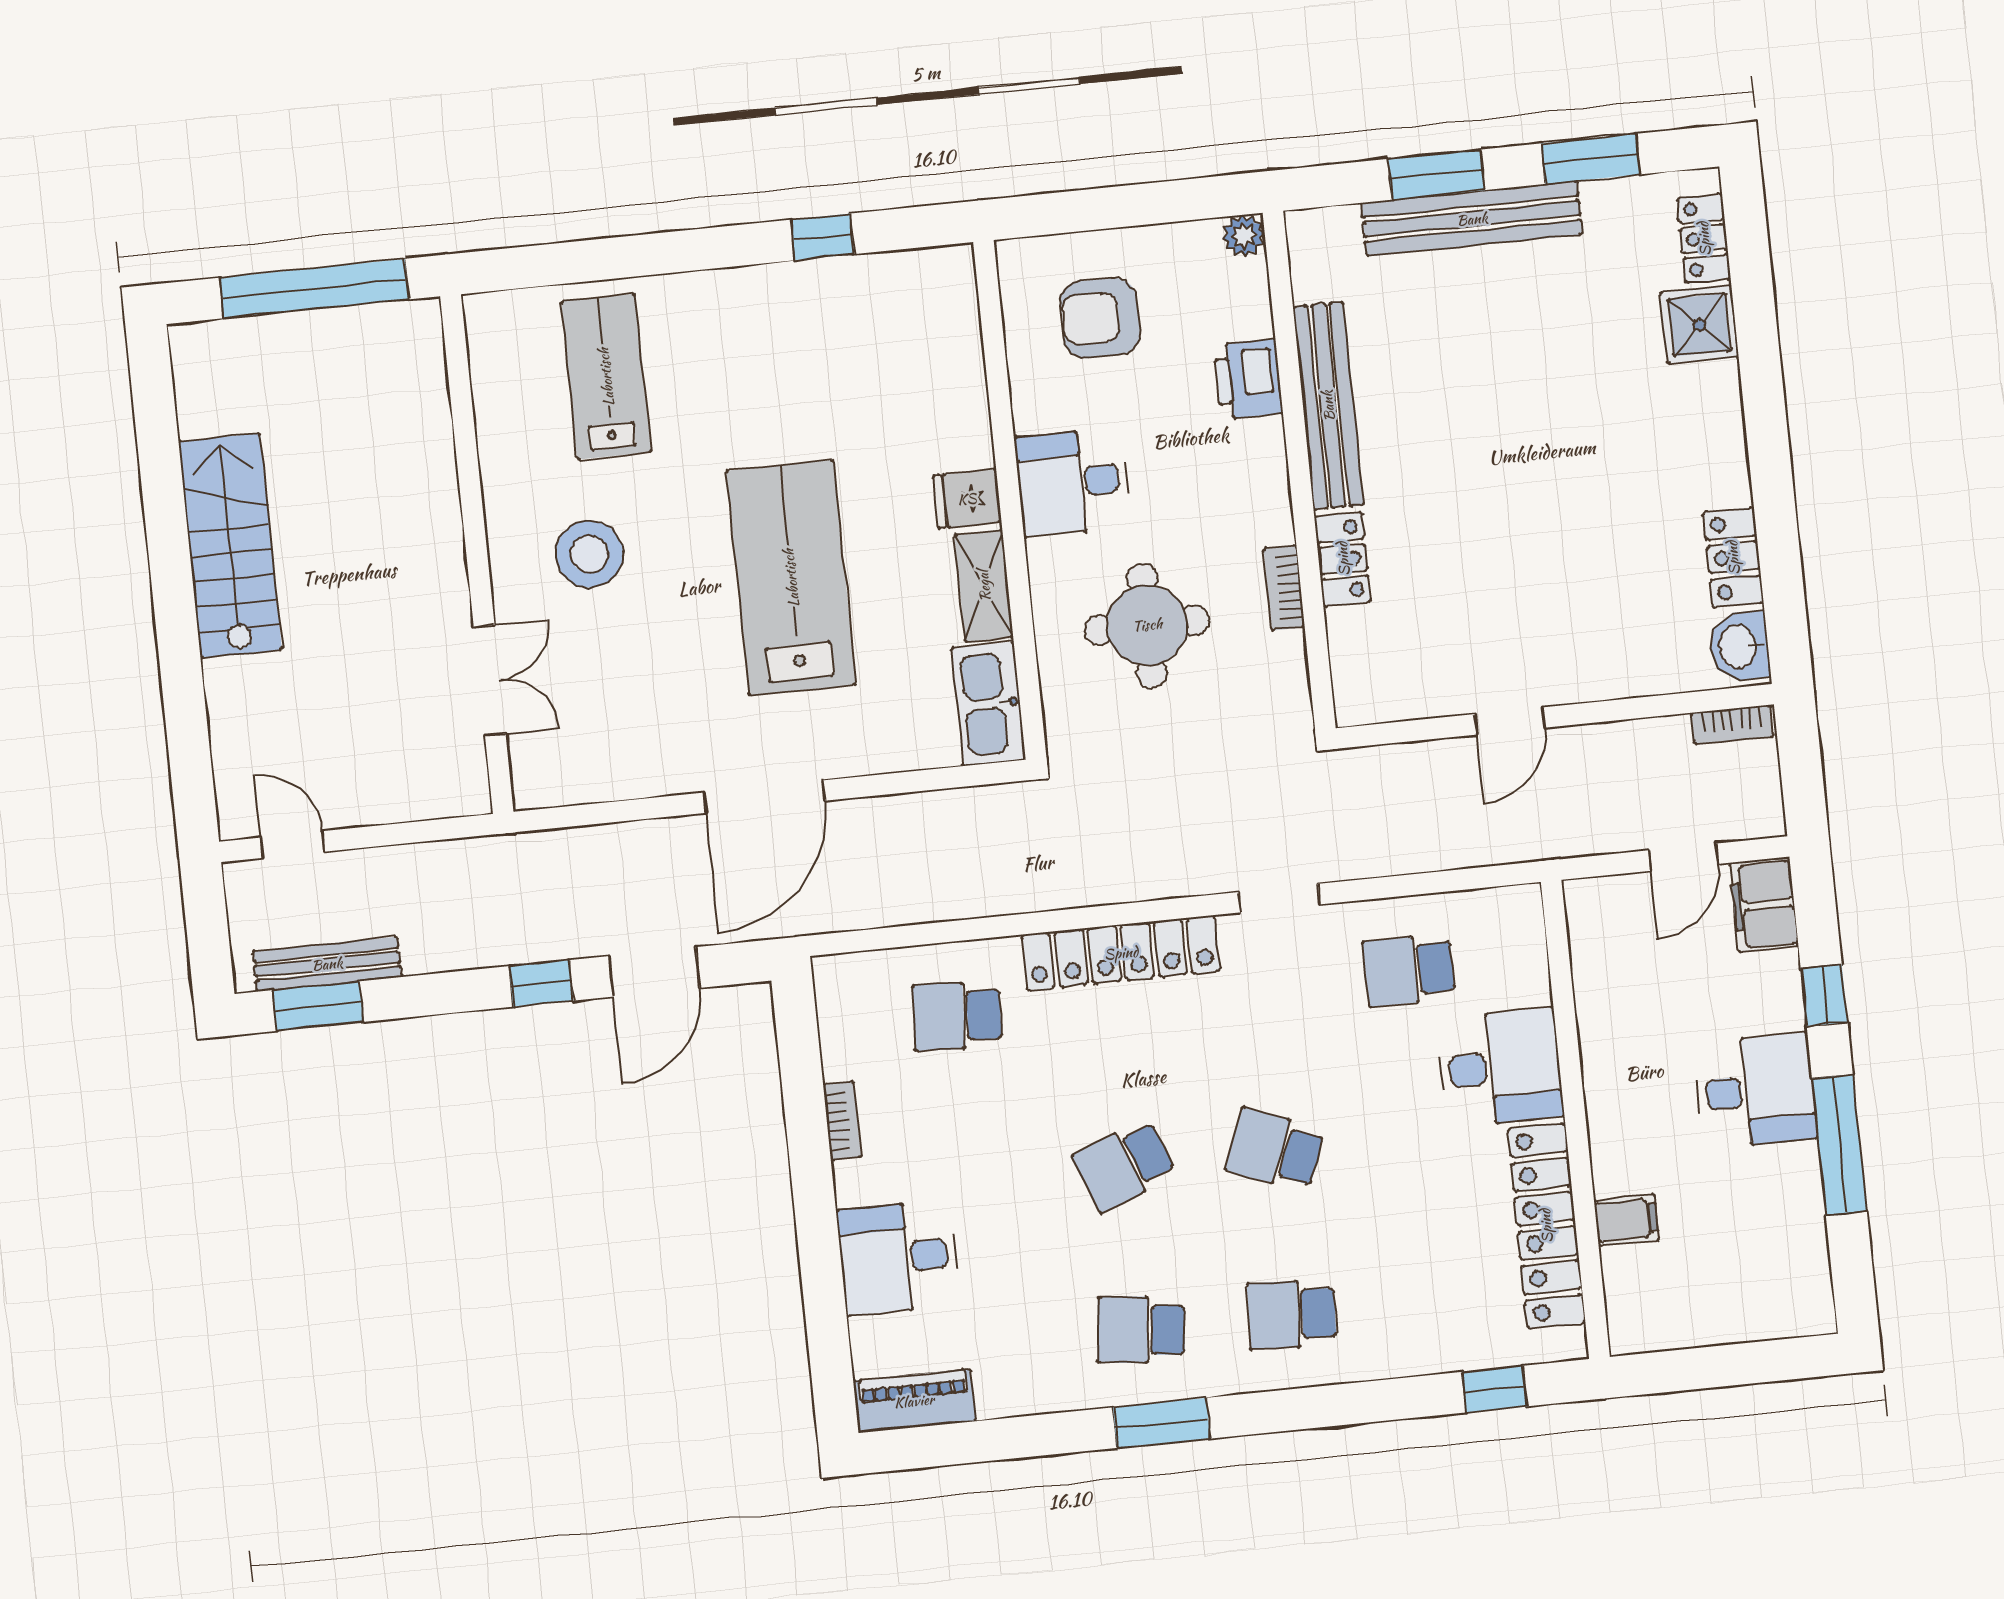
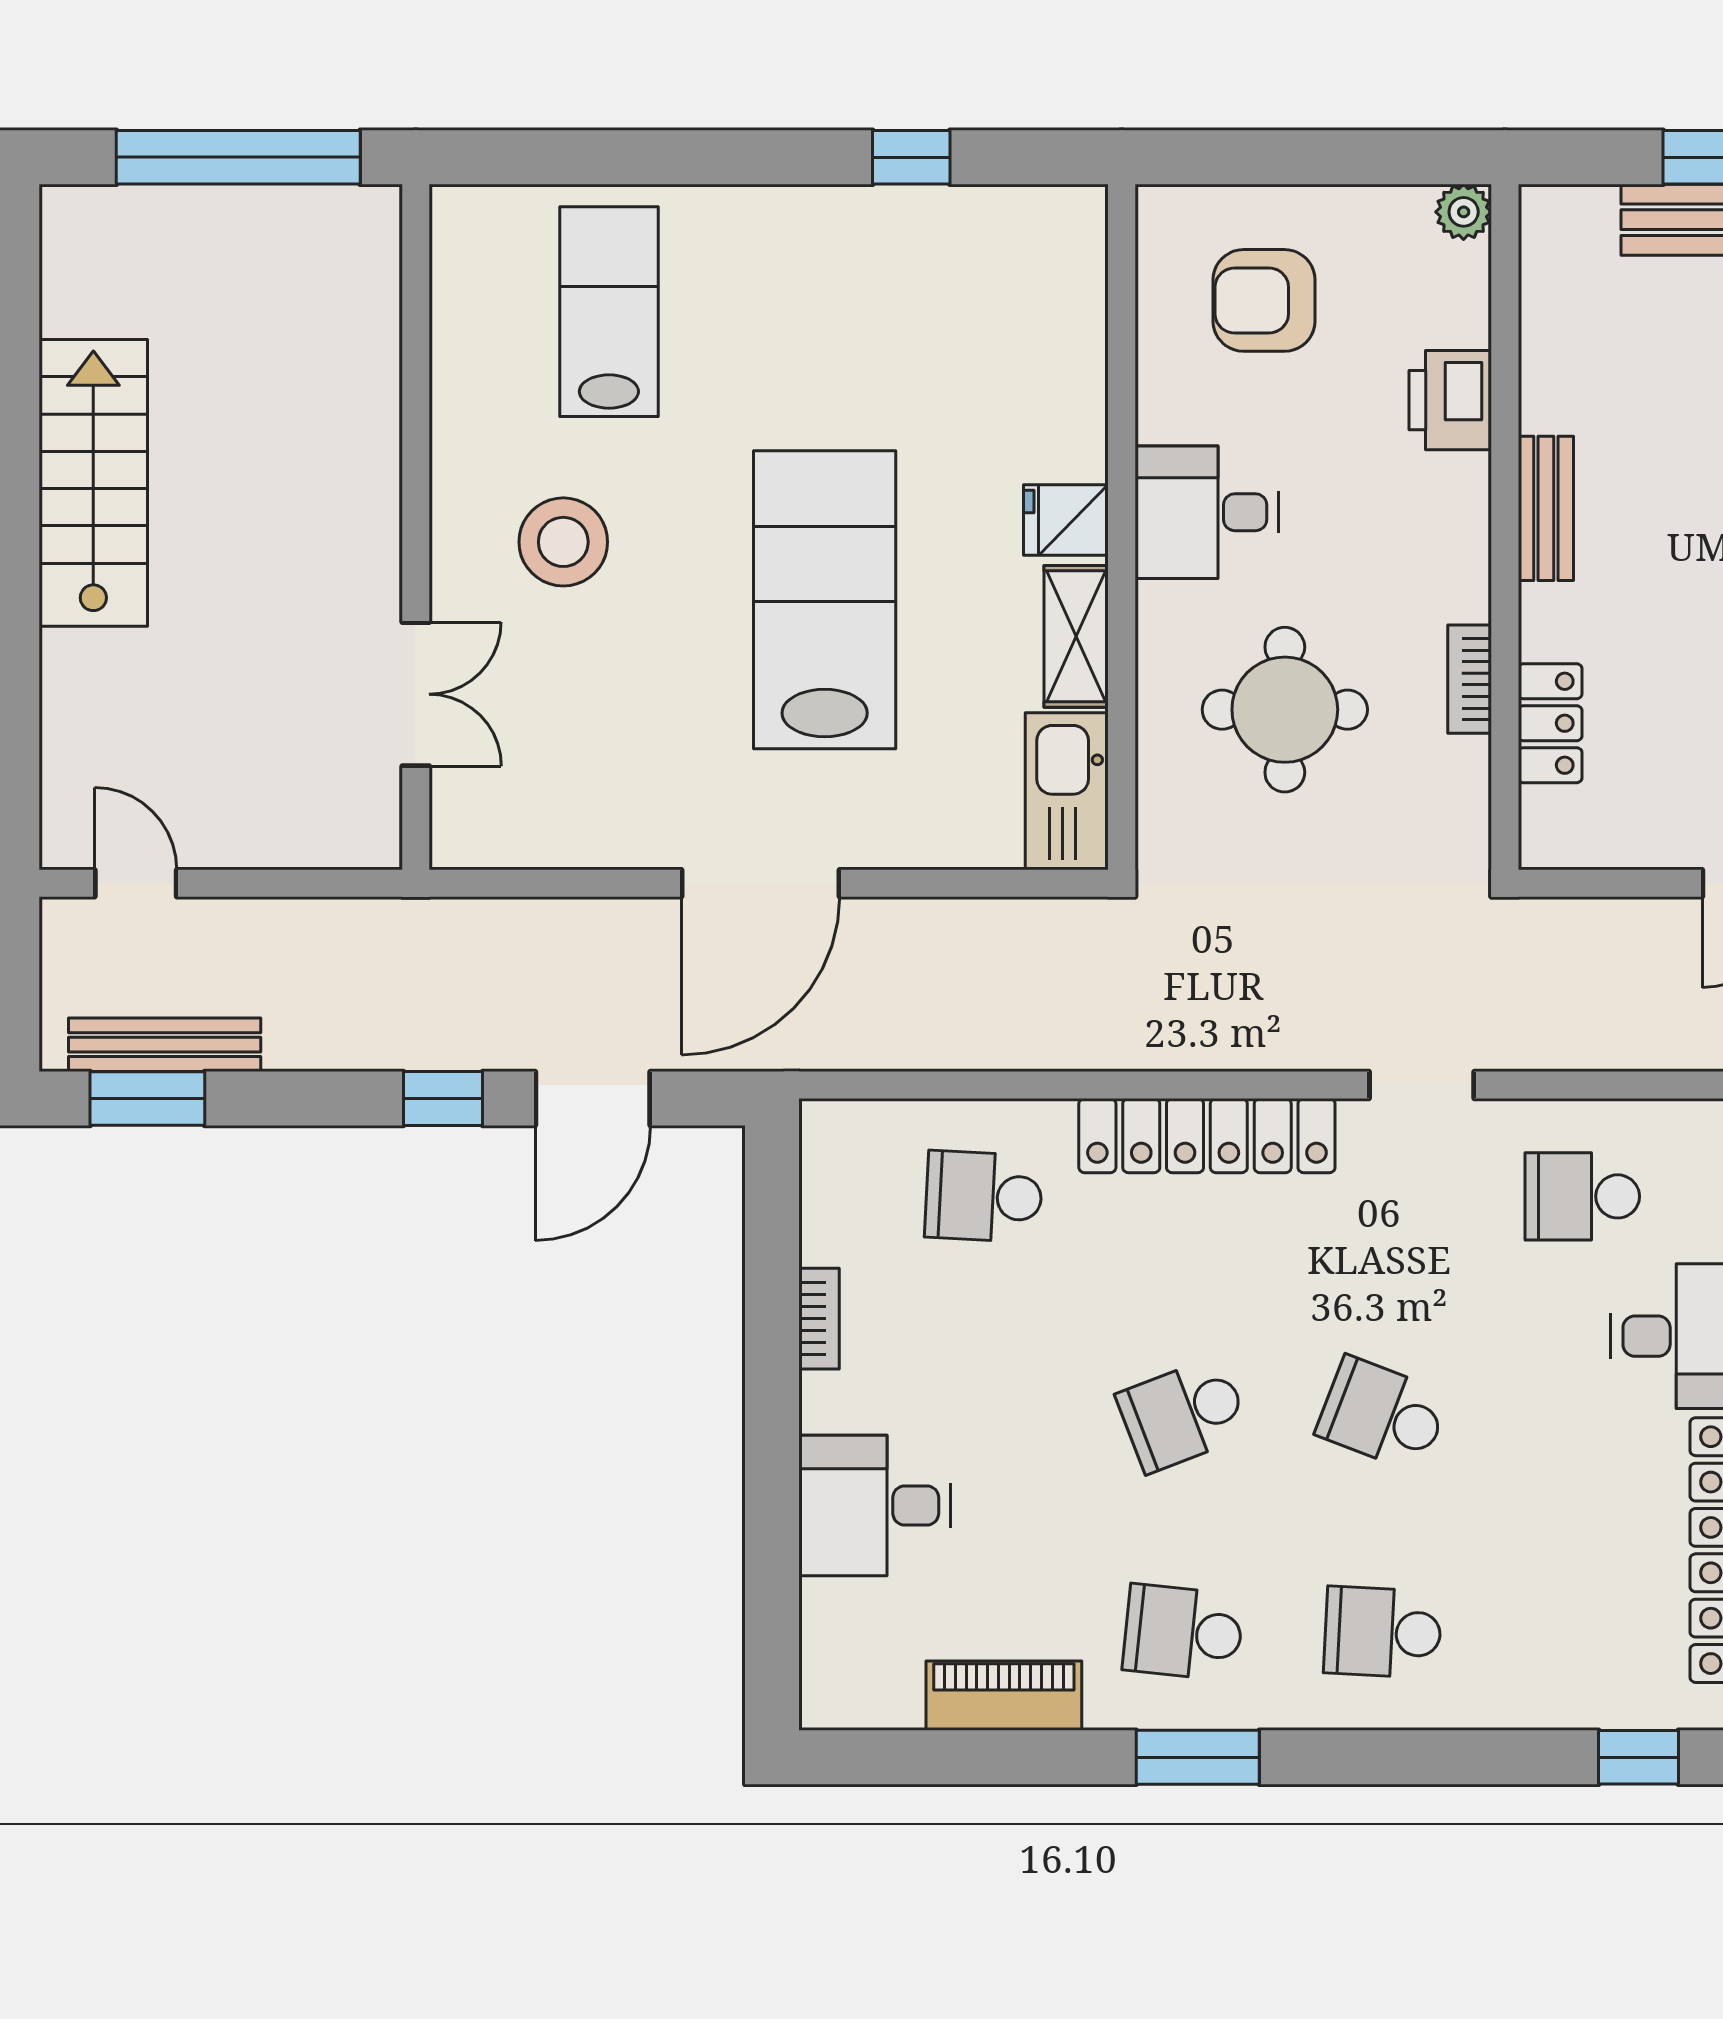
bench: (1328, 406) -> (1546, 508), width x0.54, depth x0.82
locker: (1343, 559) -> (1550, 723), moved
piano: (914, 1401) -> (1004, 1696), moved

